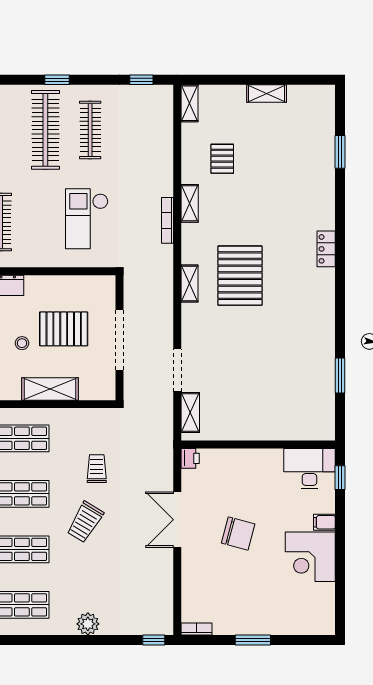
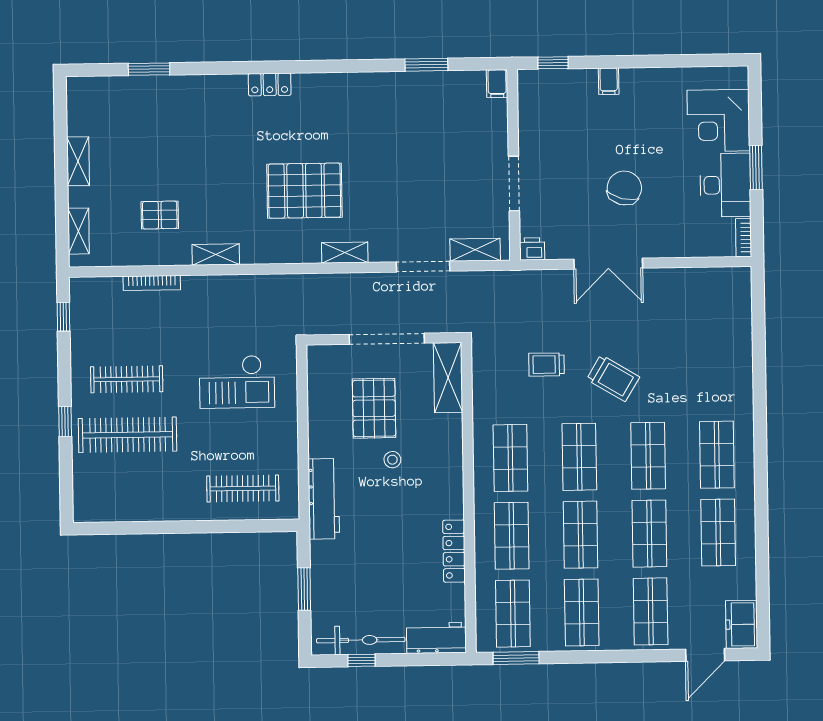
shelving: (190, 103) -> (78, 231), moved, turned 90
bookcase: (168, 220) -> (152, 283), moved
shelving: (189, 283) -> (345, 253), moved
shelving: (50, 389) -> (448, 378), moved
filing cabinet: (324, 432) -> (497, 84), added
doorway: (243, 445) -> (514, 184), added
desk: (309, 469) -> (725, 185), moved, turned 180
corner desk: (310, 557) -> (718, 121), moved, turned 90
plant: (88, 624) -> (739, 373), removed
window: (154, 640) -> (758, 290), removed

